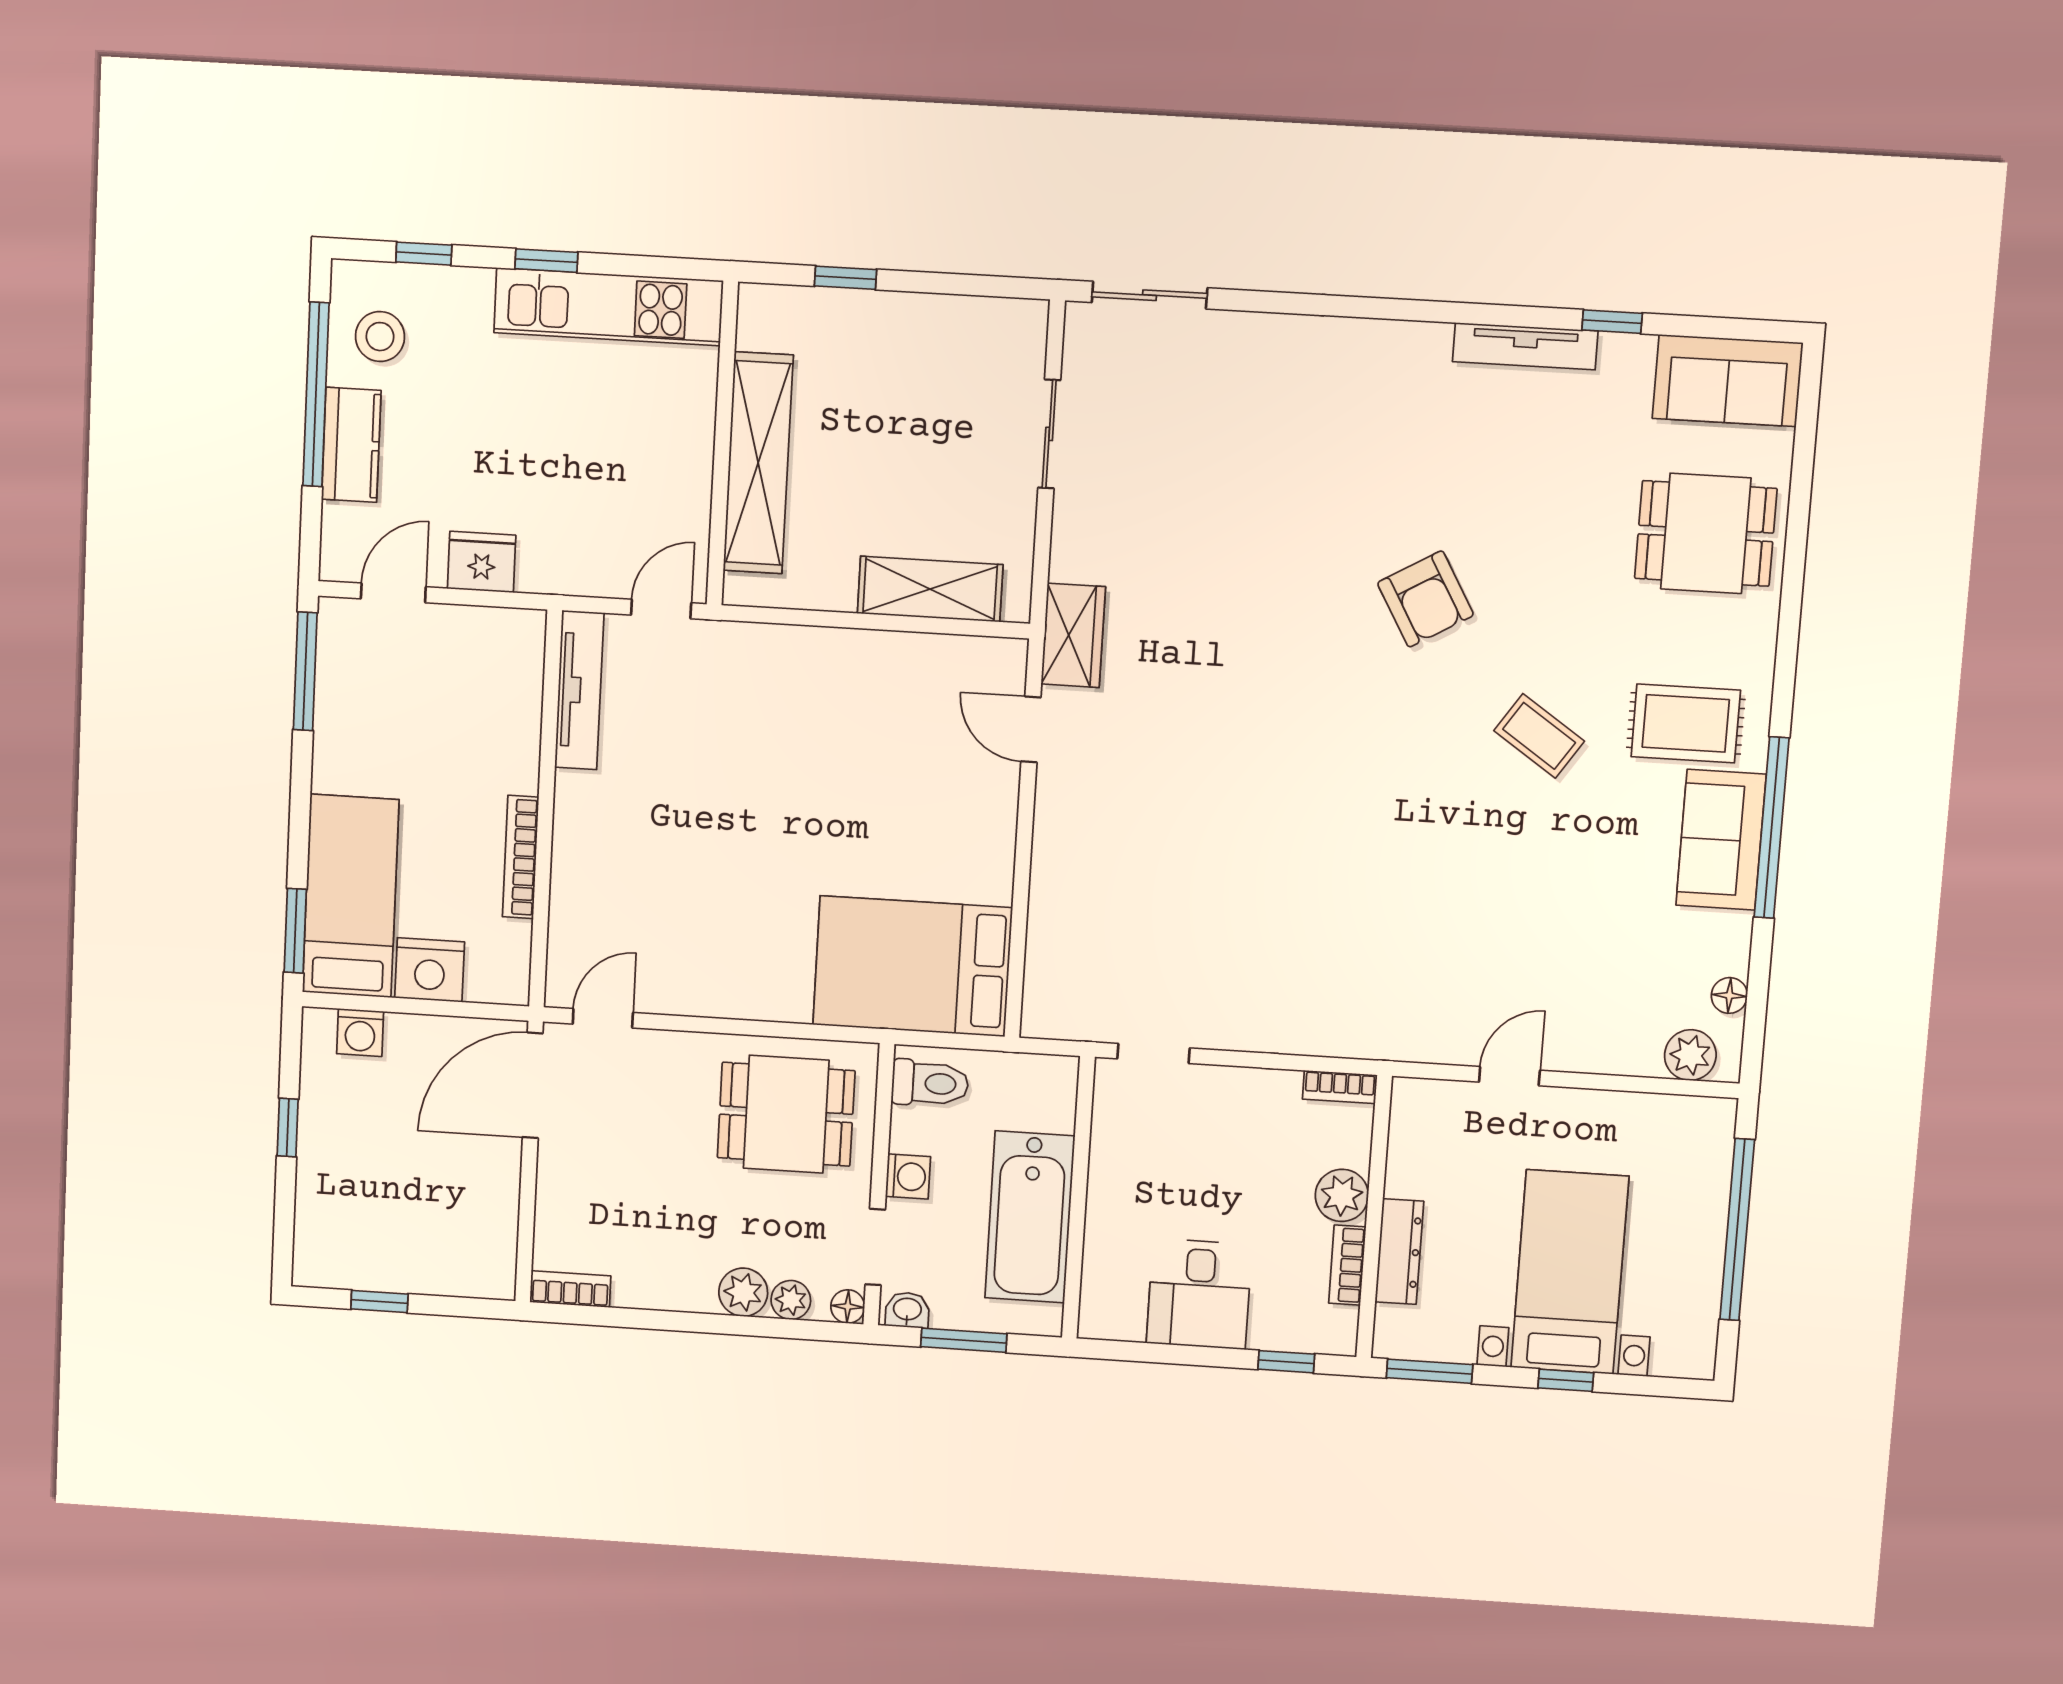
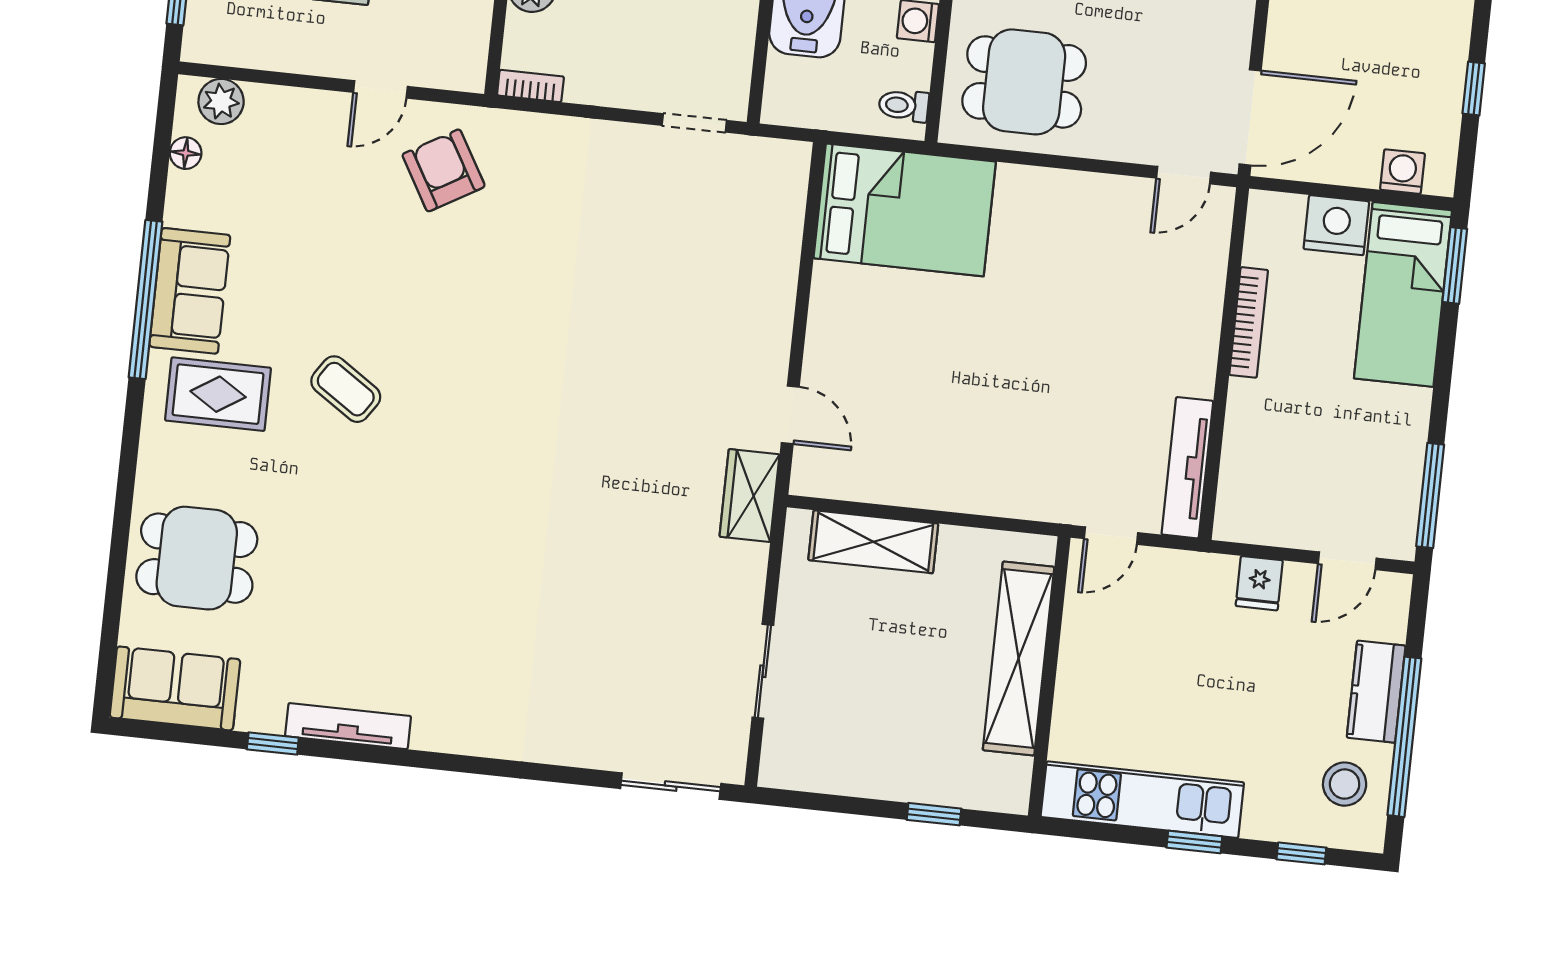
fridge: (482, 562) -> (1259, 583), width x0.72
armchair: (1425, 599) -> (444, 170), moved
toilet: (930, 1083) -> (904, 105), width x0.73, depth x0.72

